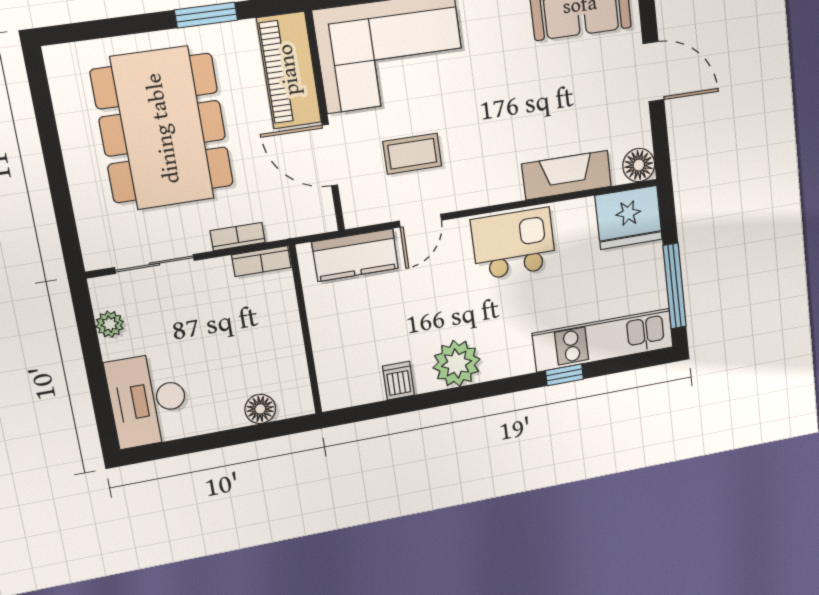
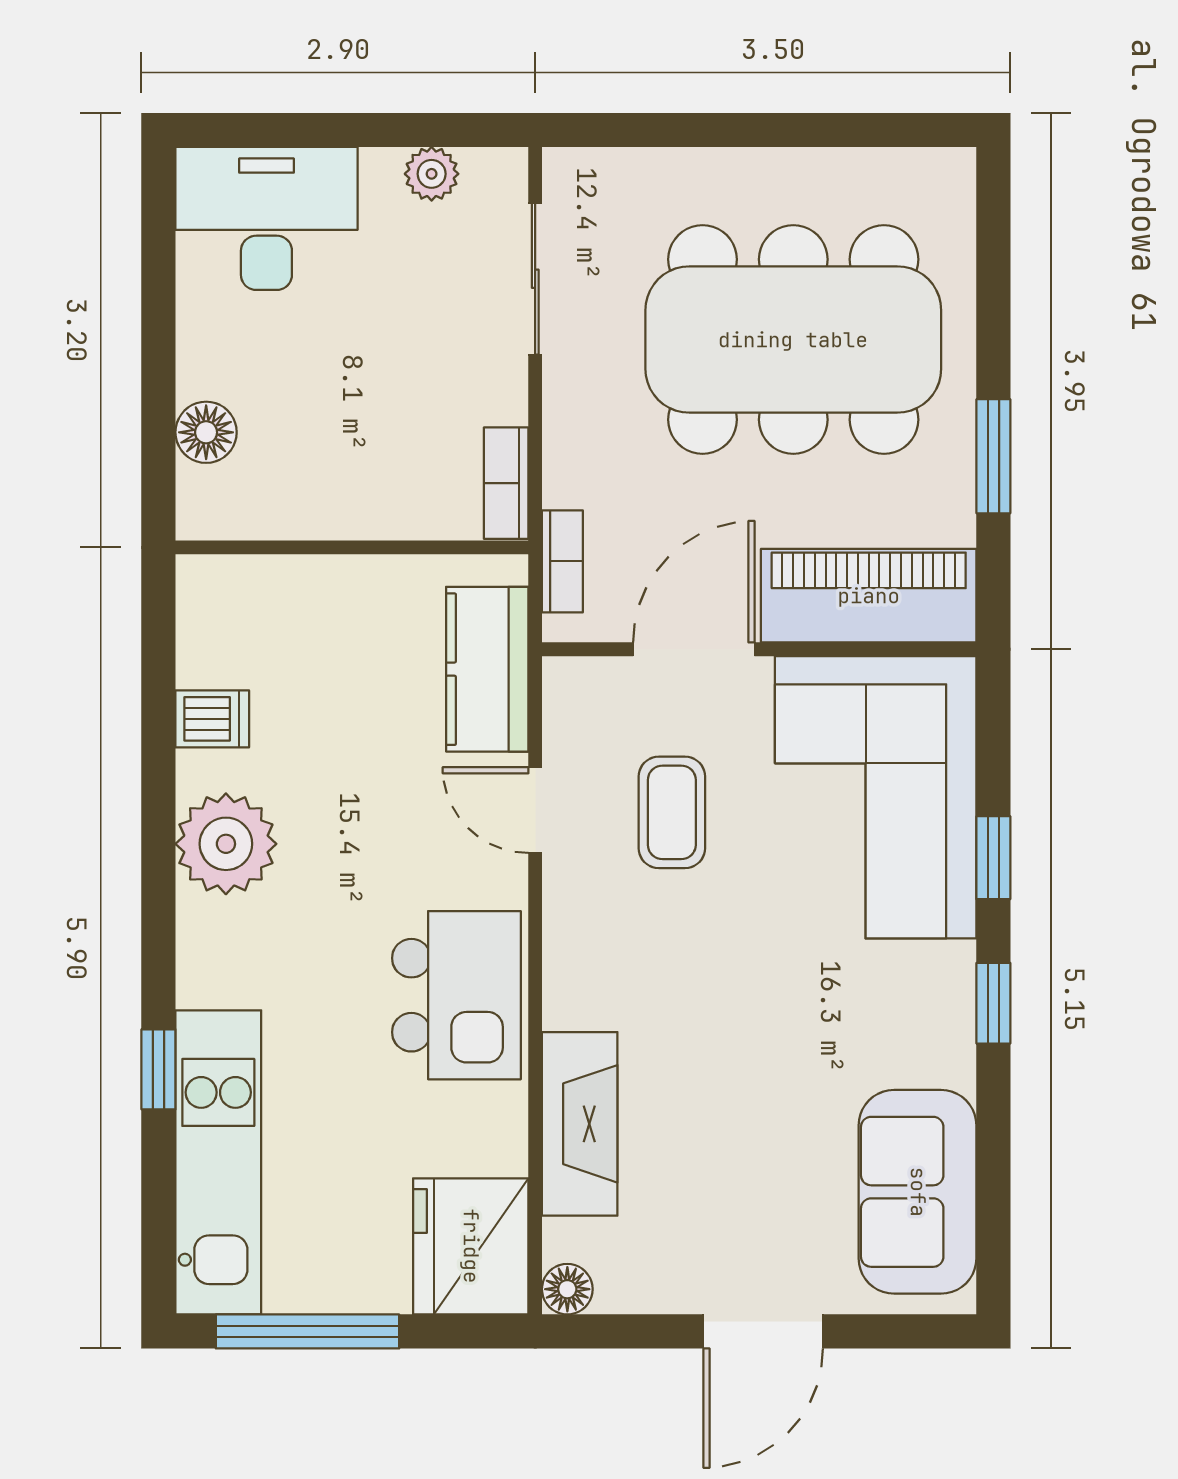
floor lamp: (639, 165) -> (567, 1289), width x0.73, depth x0.73
bookcase: (238, 237) -> (562, 561), moved

